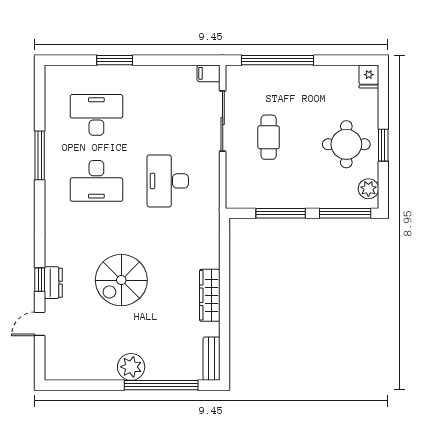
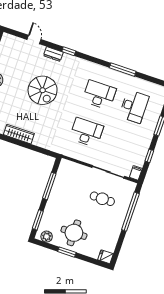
window: (171, 60) -> (149, 156), added
cafe table: (269, 137) -> (102, 199), moved
desk: (96, 181) -> (99, 95), turned 90
window: (345, 213) -> (38, 220), width x0.69
window: (40, 280) -> (69, 51), moved
spiral stairs: (121, 280) -> (43, 90), turned 180

